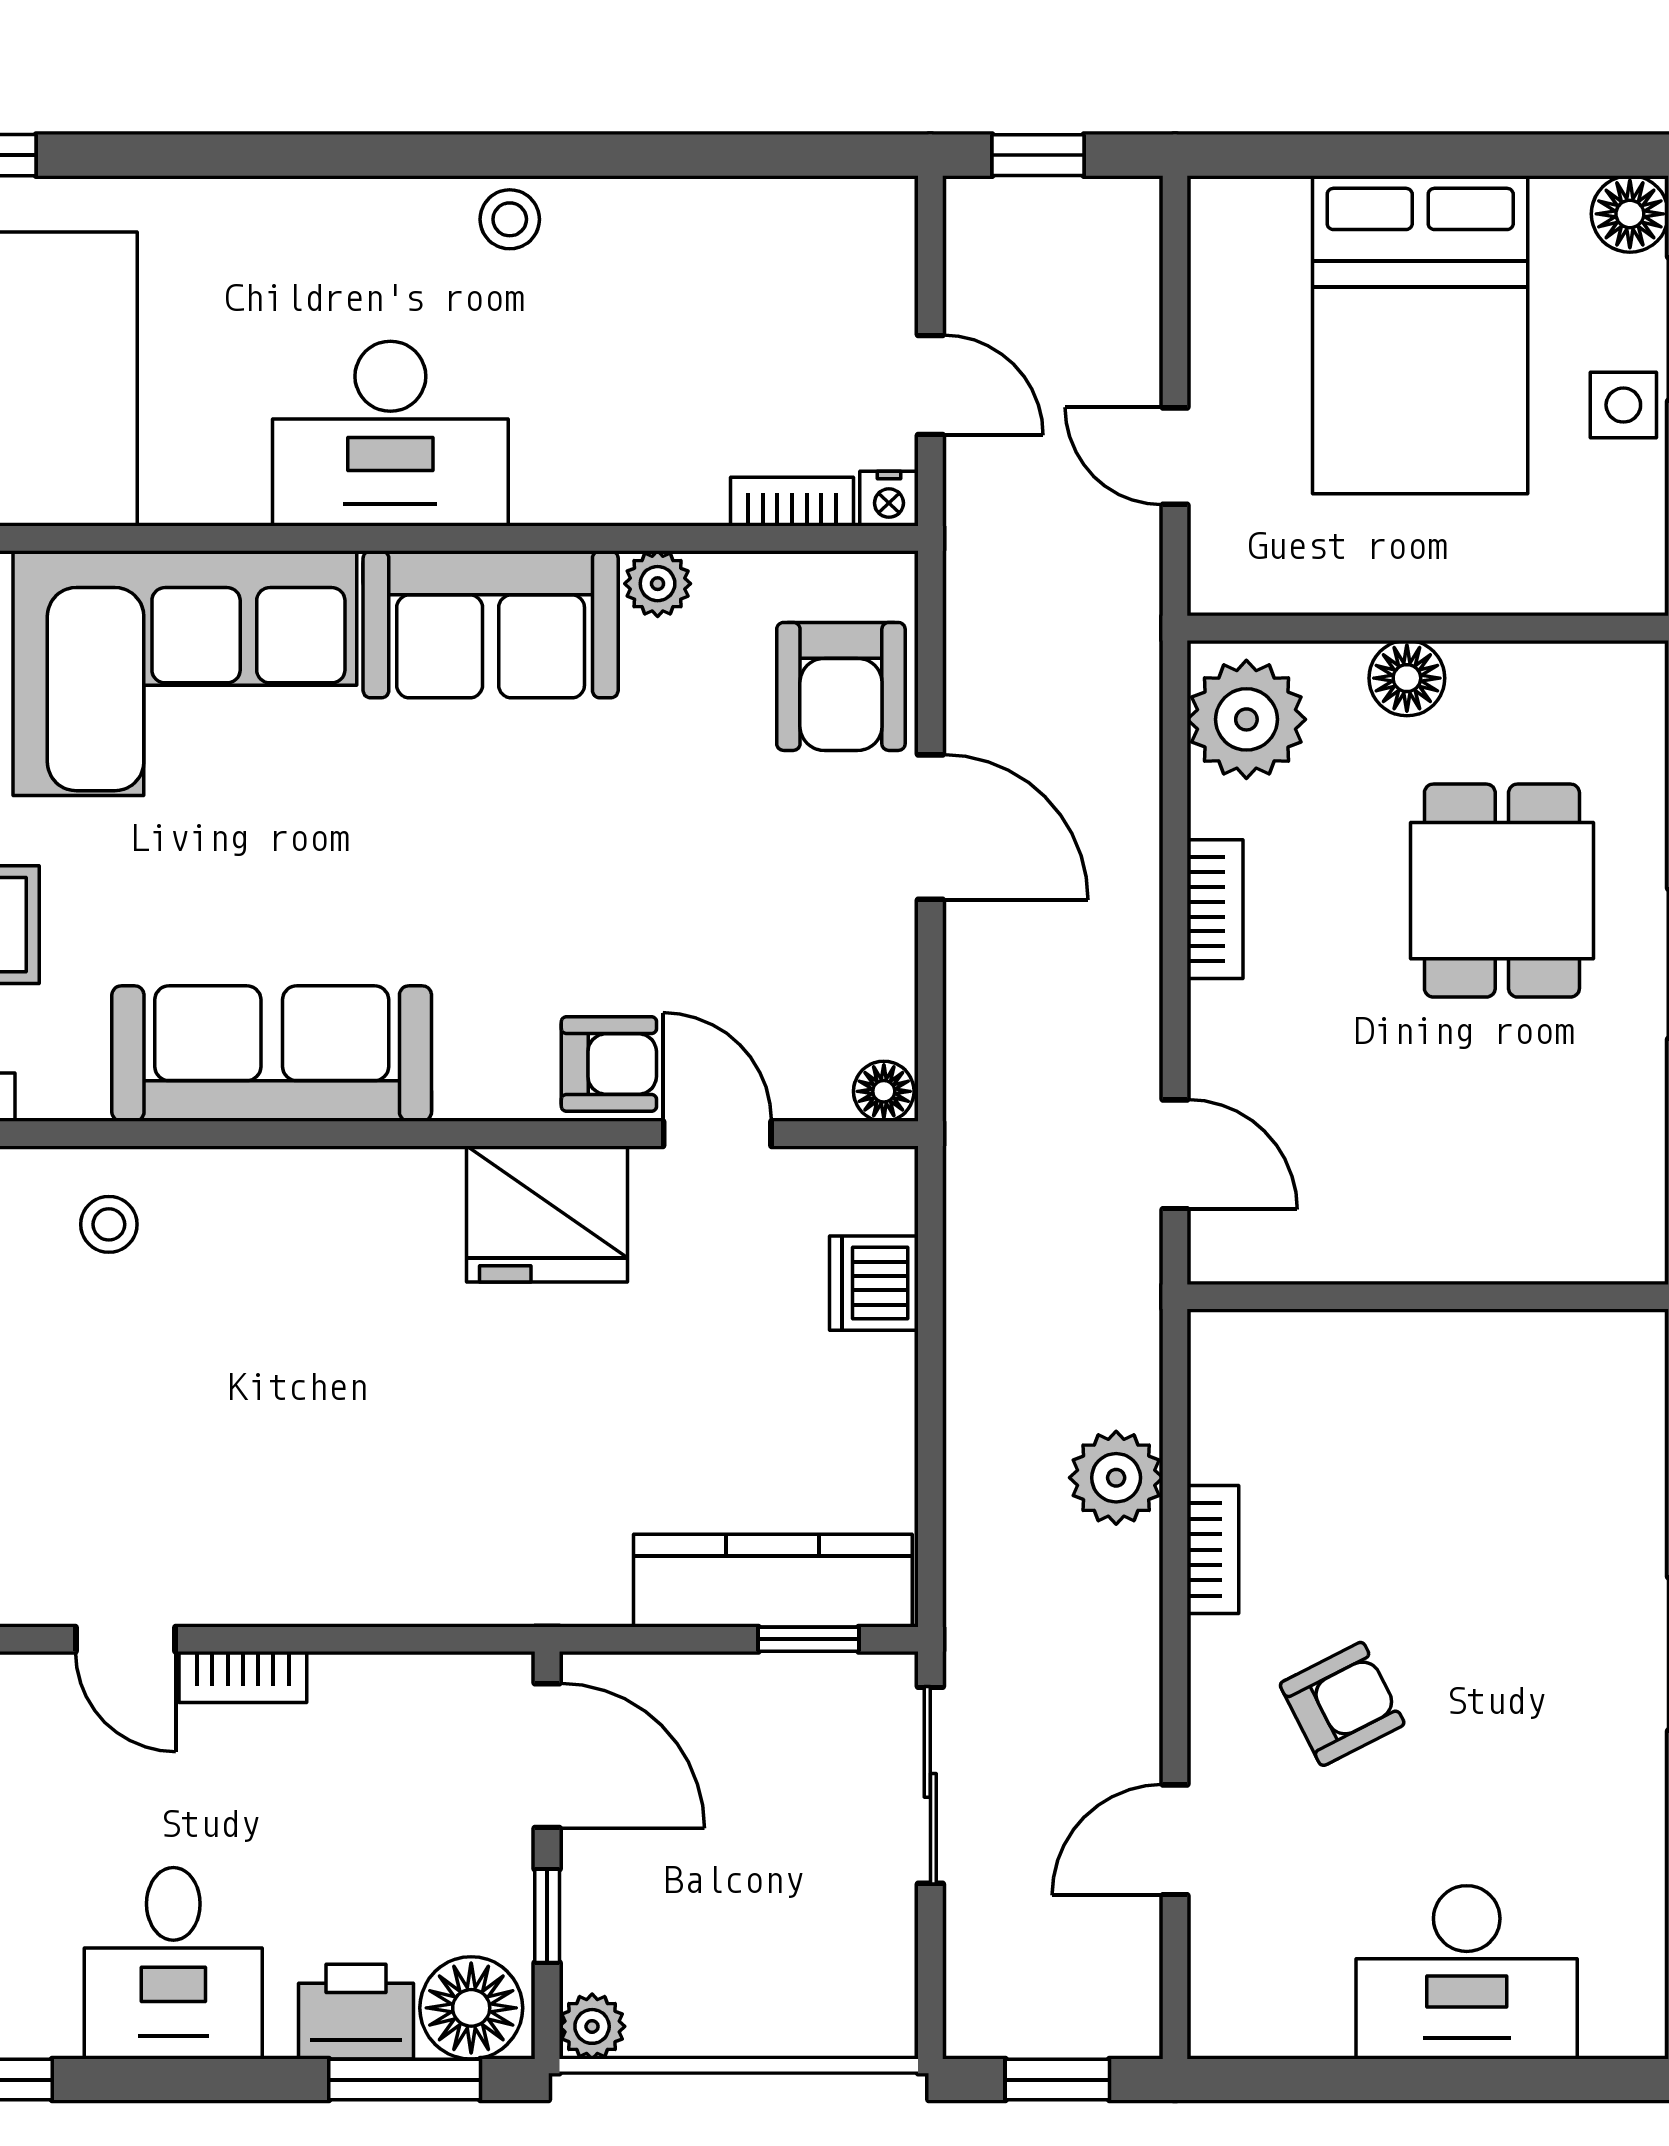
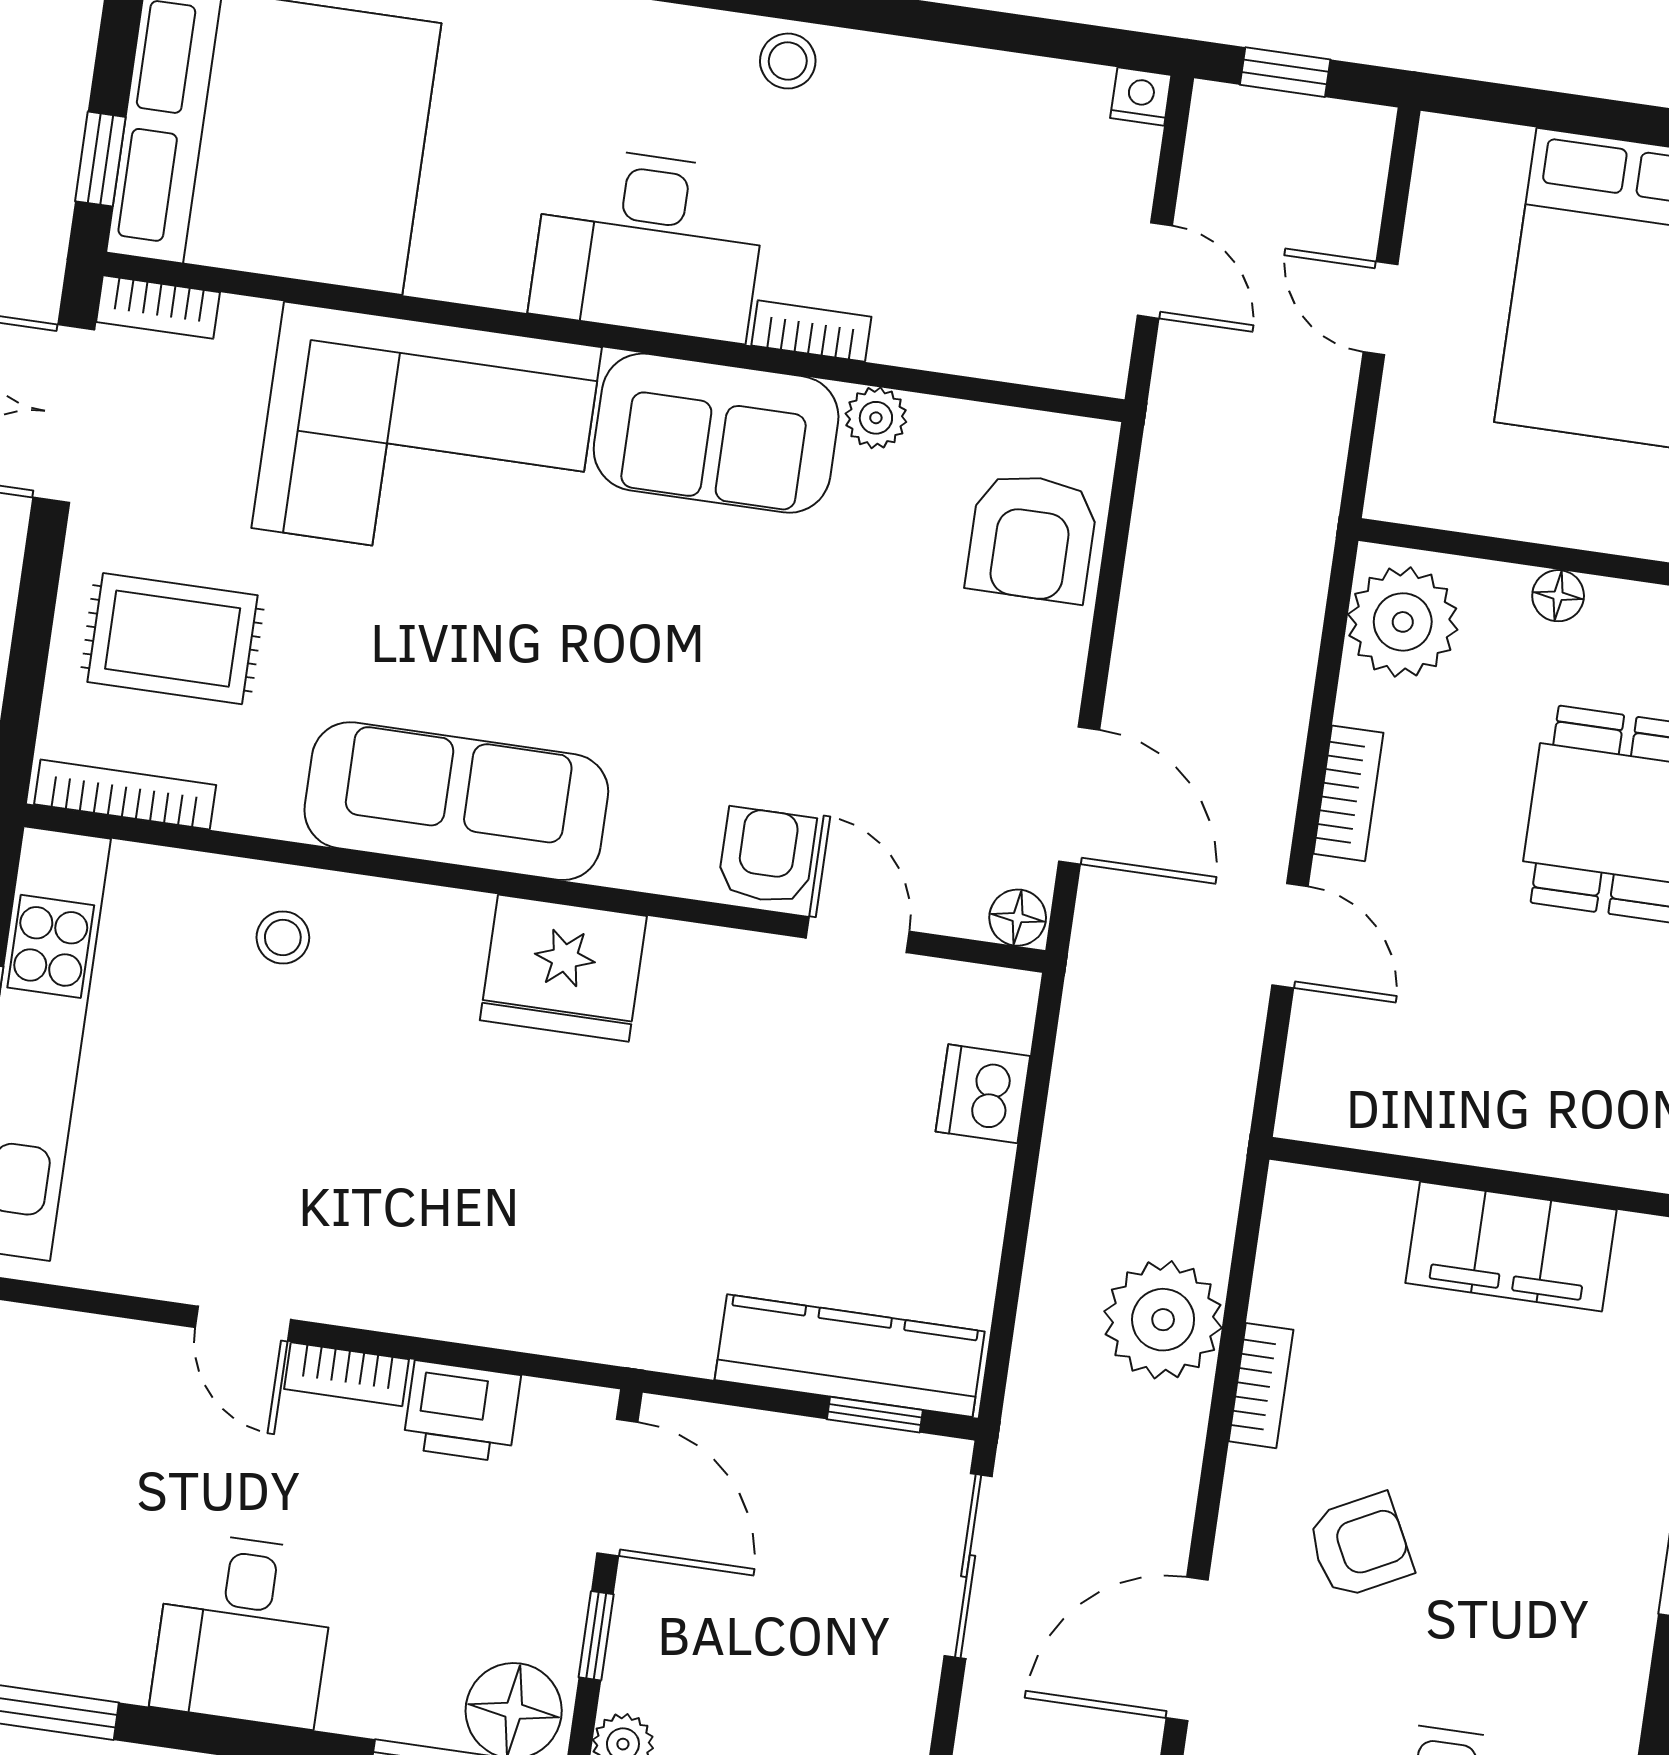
door: (1175, 456) -> (1380, 308), moved
nightstand: (889, 499) -> (1141, 97), moved, turned 180
bookcase: (792, 502) -> (811, 331), moved
floor lamp: (1407, 678) -> (1558, 596), width x0.73, depth x0.73
door: (930, 827) -> (1079, 795), moved
armchair: (609, 1064) -> (767, 856), turned -90
door: (1175, 1154) -> (1290, 936), moved
fridge: (547, 1214) -> (563, 968), moved
filing cabinet: (1456, 1364) -> (1511, 1246), added
plant: (1116, 1478) -> (1163, 1320), width x1.36, depth x1.36
door: (1175, 1840) -> (1187, 1649), width x1.38
printer: (356, 2012) -> (462, 1411), moved, turned 180

